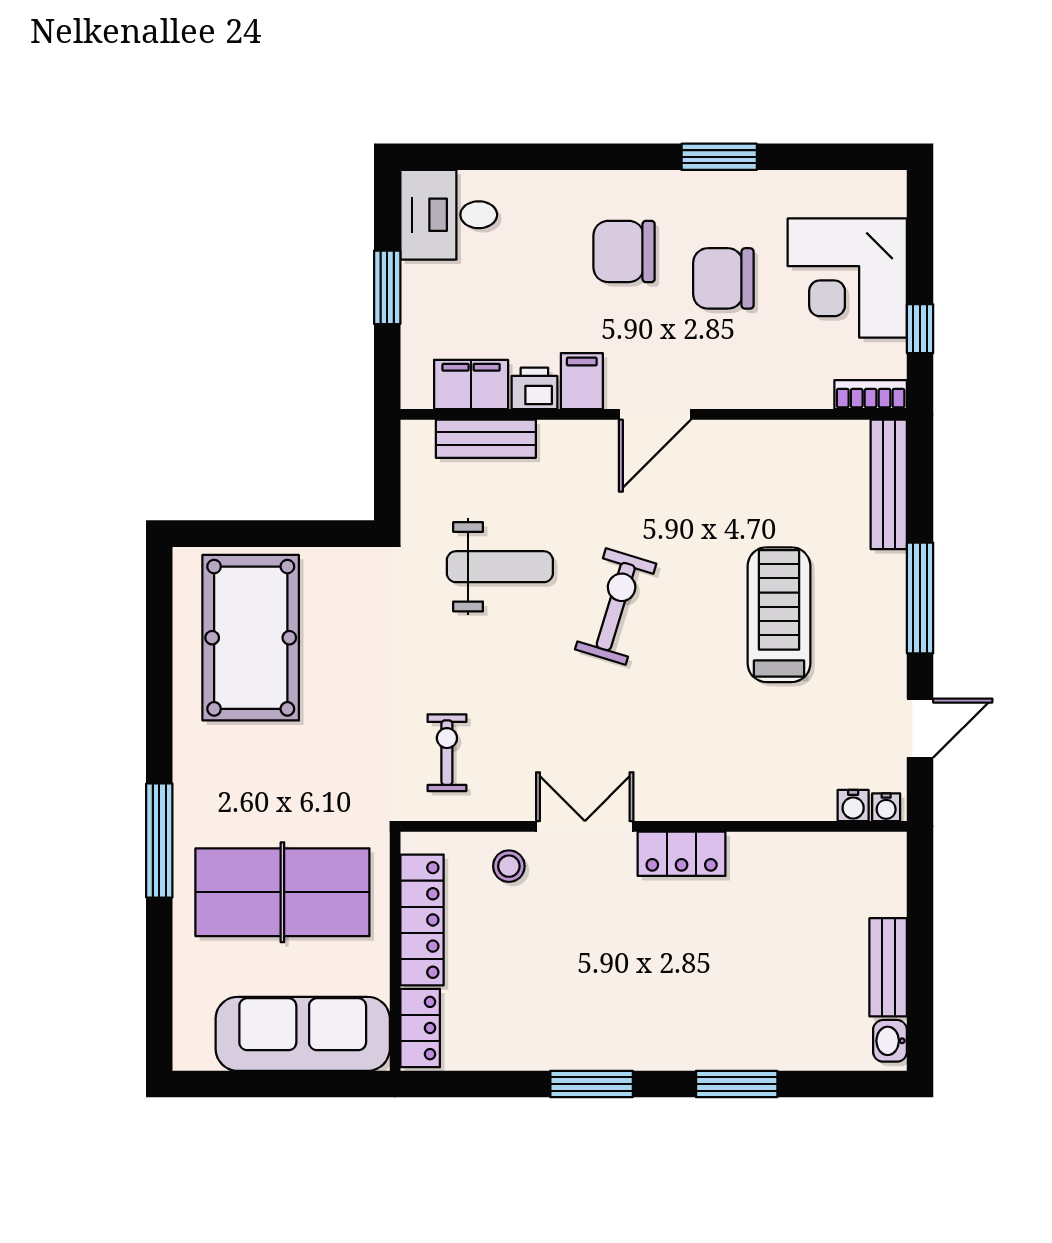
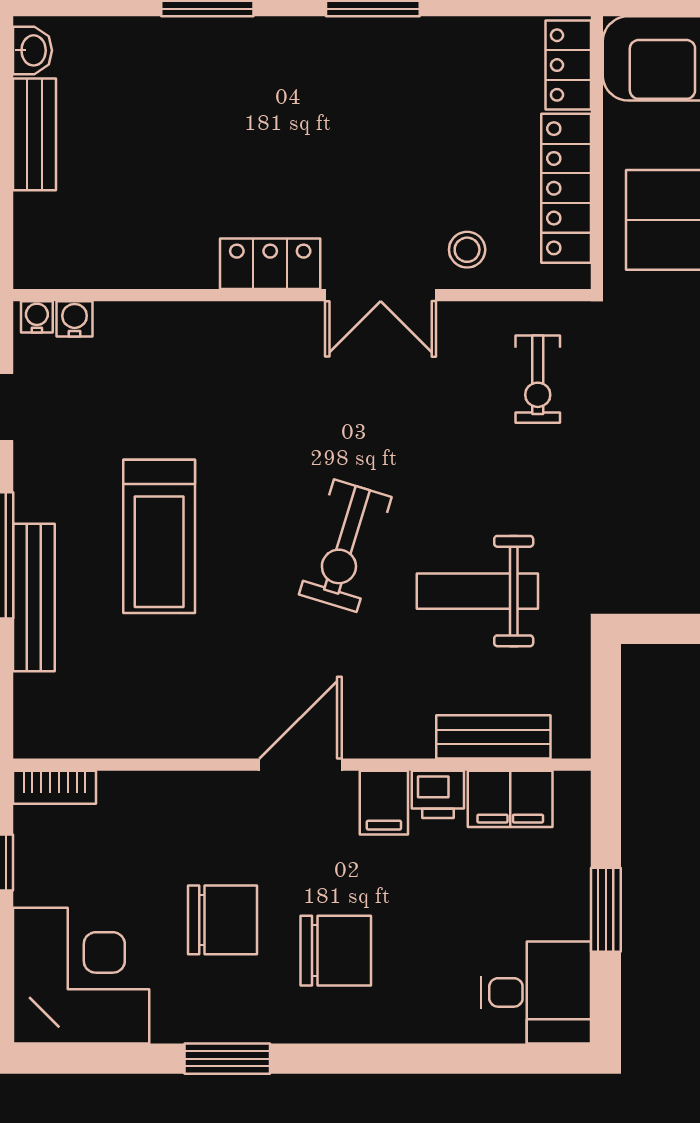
corner desk: (847, 278) -> (81, 976), moved
bench: (889, 484) -> (34, 597), moved

